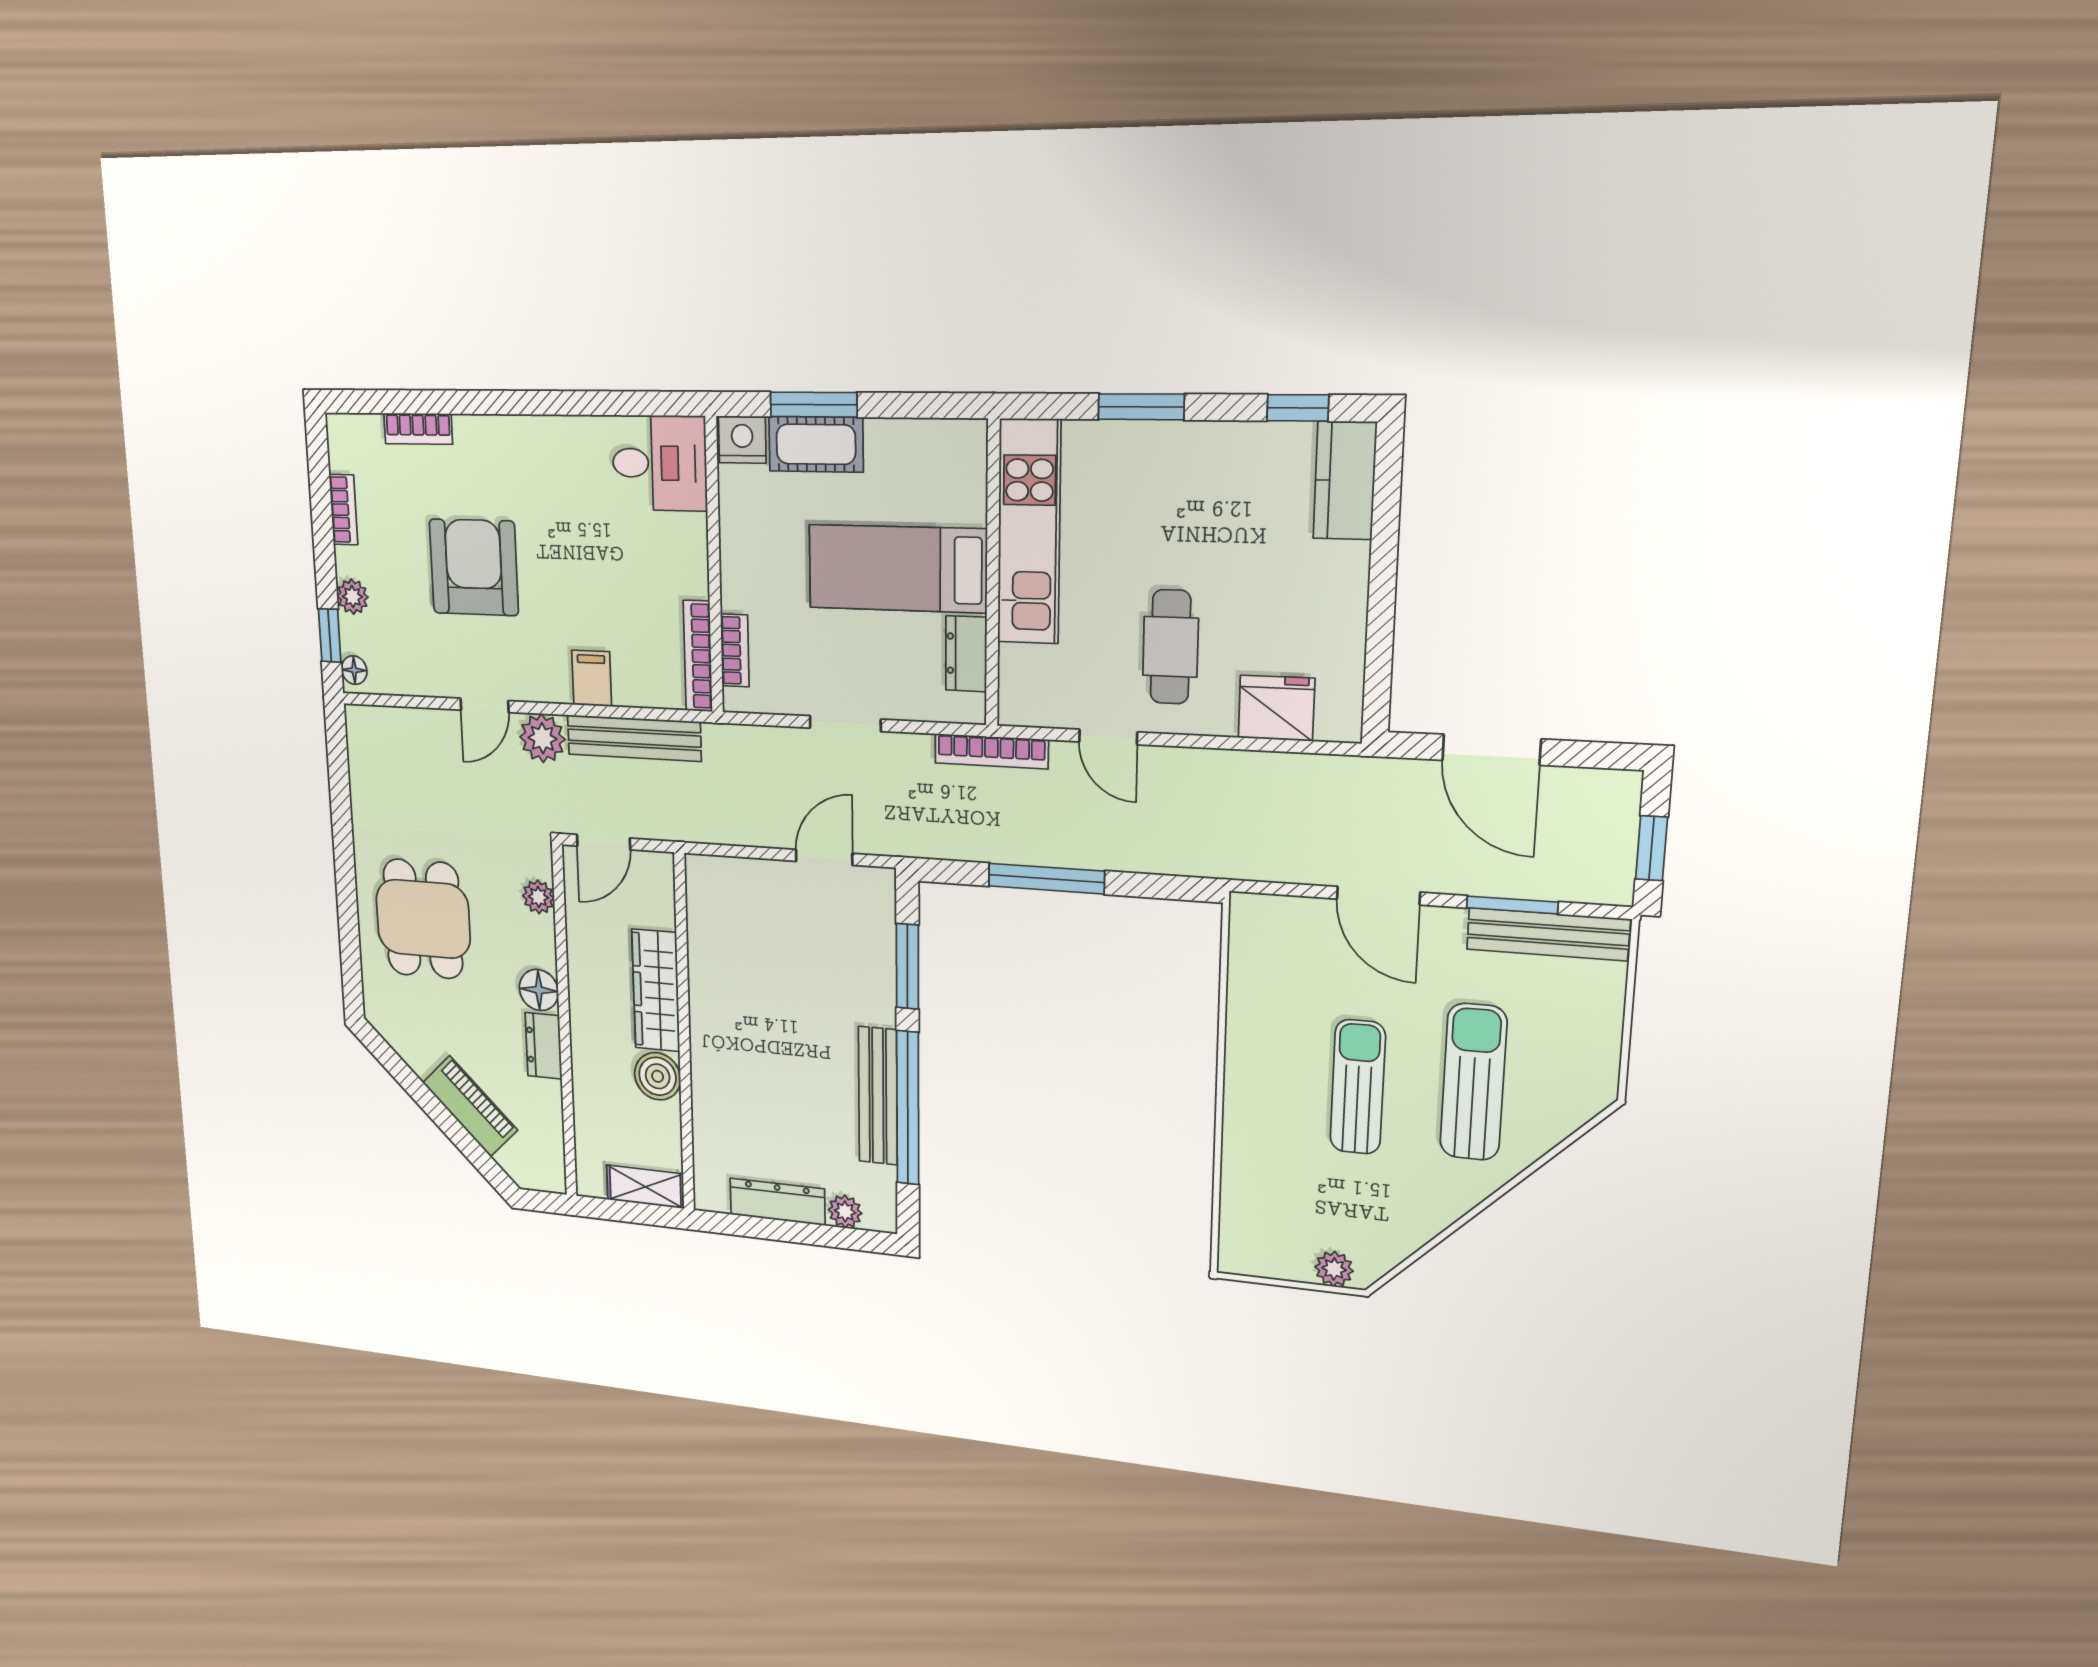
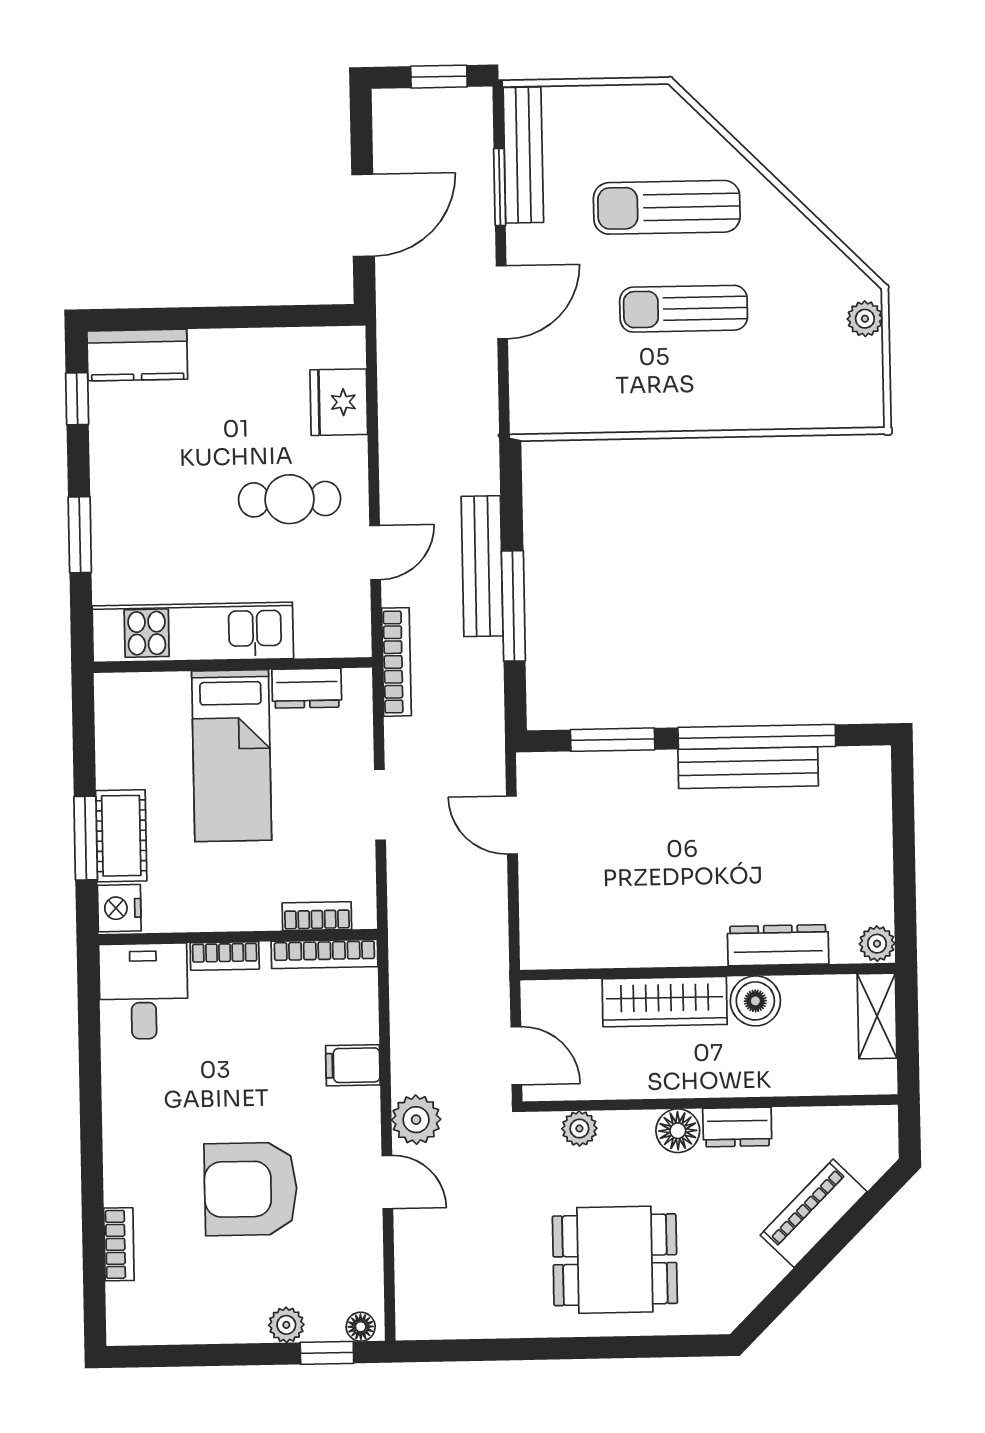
bookcase: (343, 510) -> (225, 956), moved, turned 180
bench: (634, 738) -> (482, 566), moved
dresser: (777, 1202) -> (778, 945), moved, turned 90
plant: (845, 1211) -> (877, 944), moved

